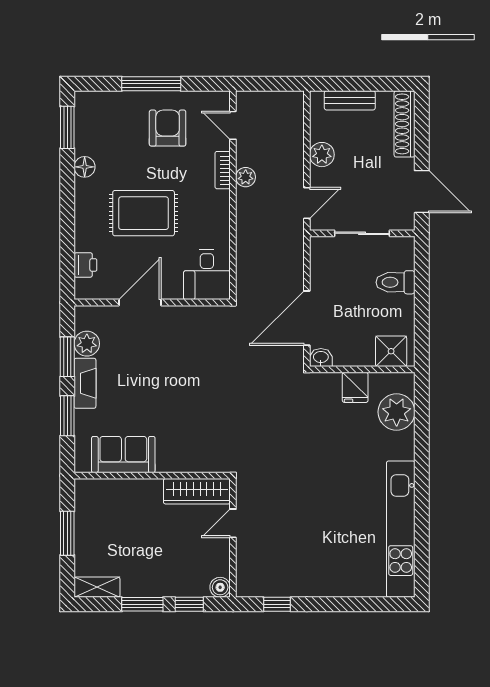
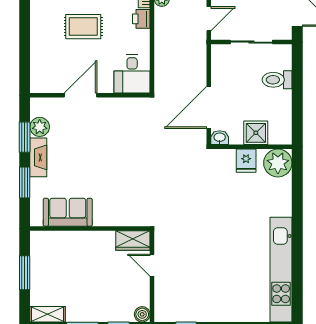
rug: (144, 213) -> (83, 27), width x0.73, depth x0.70
printer: (85, 265) -> (141, 19), moved, turned 180
shower: (391, 351) -> (256, 133), moved
plant: (397, 412) -> (278, 163), moved
wardrobe: (197, 491) -> (133, 240), width x0.67
door: (233, 523) -> (152, 265), hinge flipped

